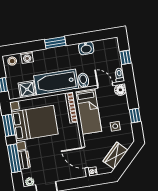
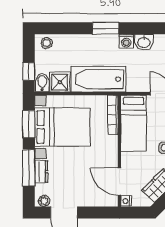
washing machine: (27, 57) -> (126, 41), moved
bidet: (83, 80) -> (42, 83), moved

